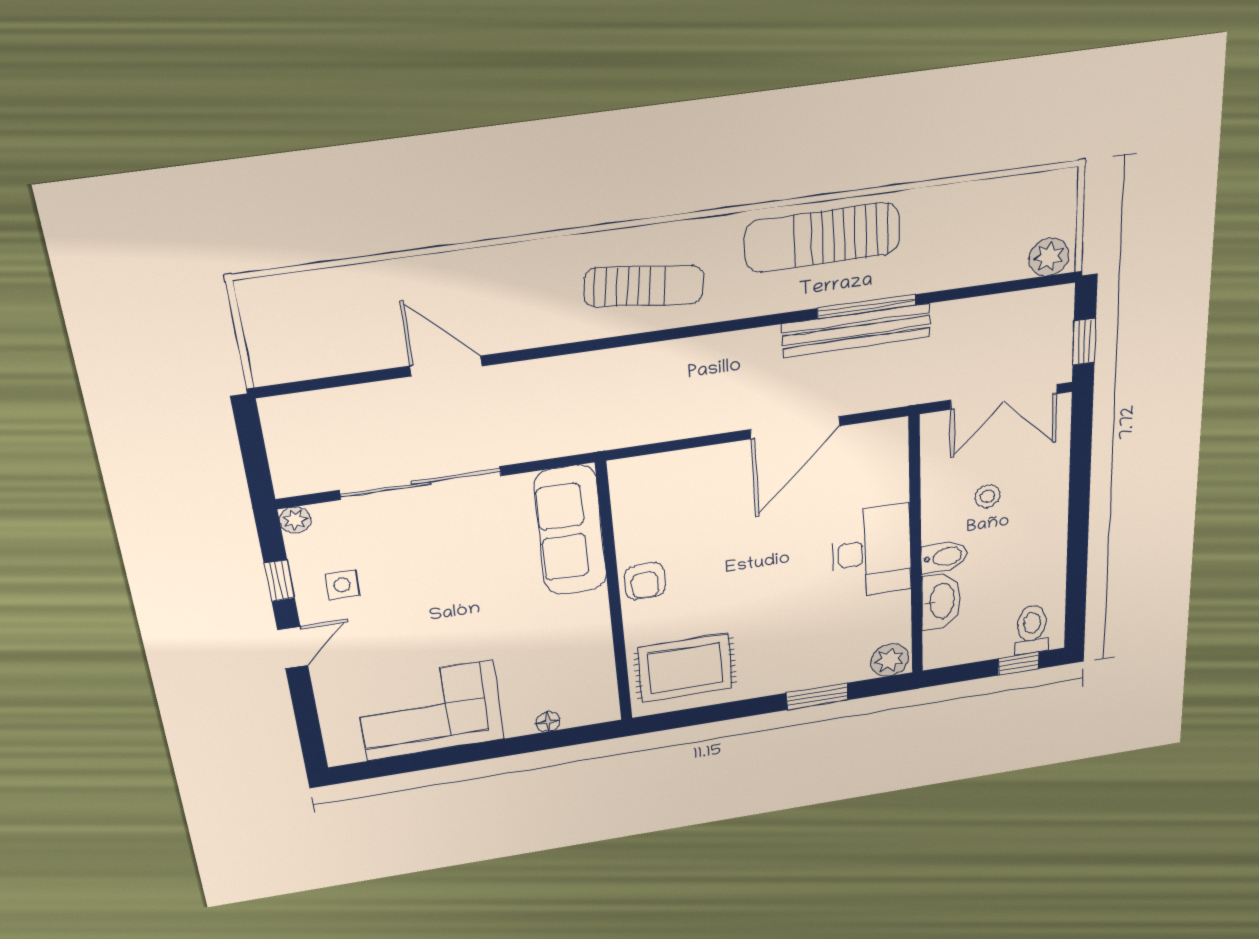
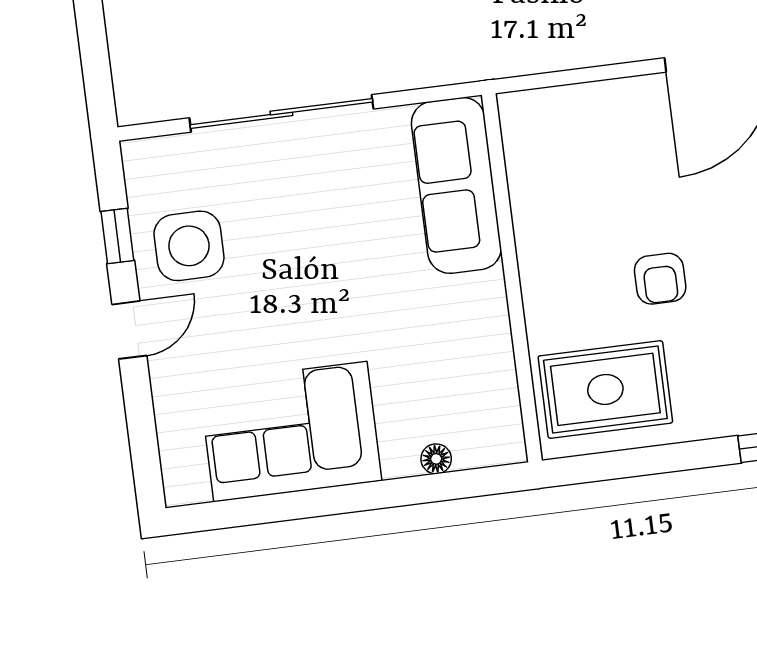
plant: (295, 520) -> (138, 156), removed
armchair: (645, 581) -> (660, 279), moved
side table: (342, 585) -> (189, 246), width x1.87, depth x1.87

